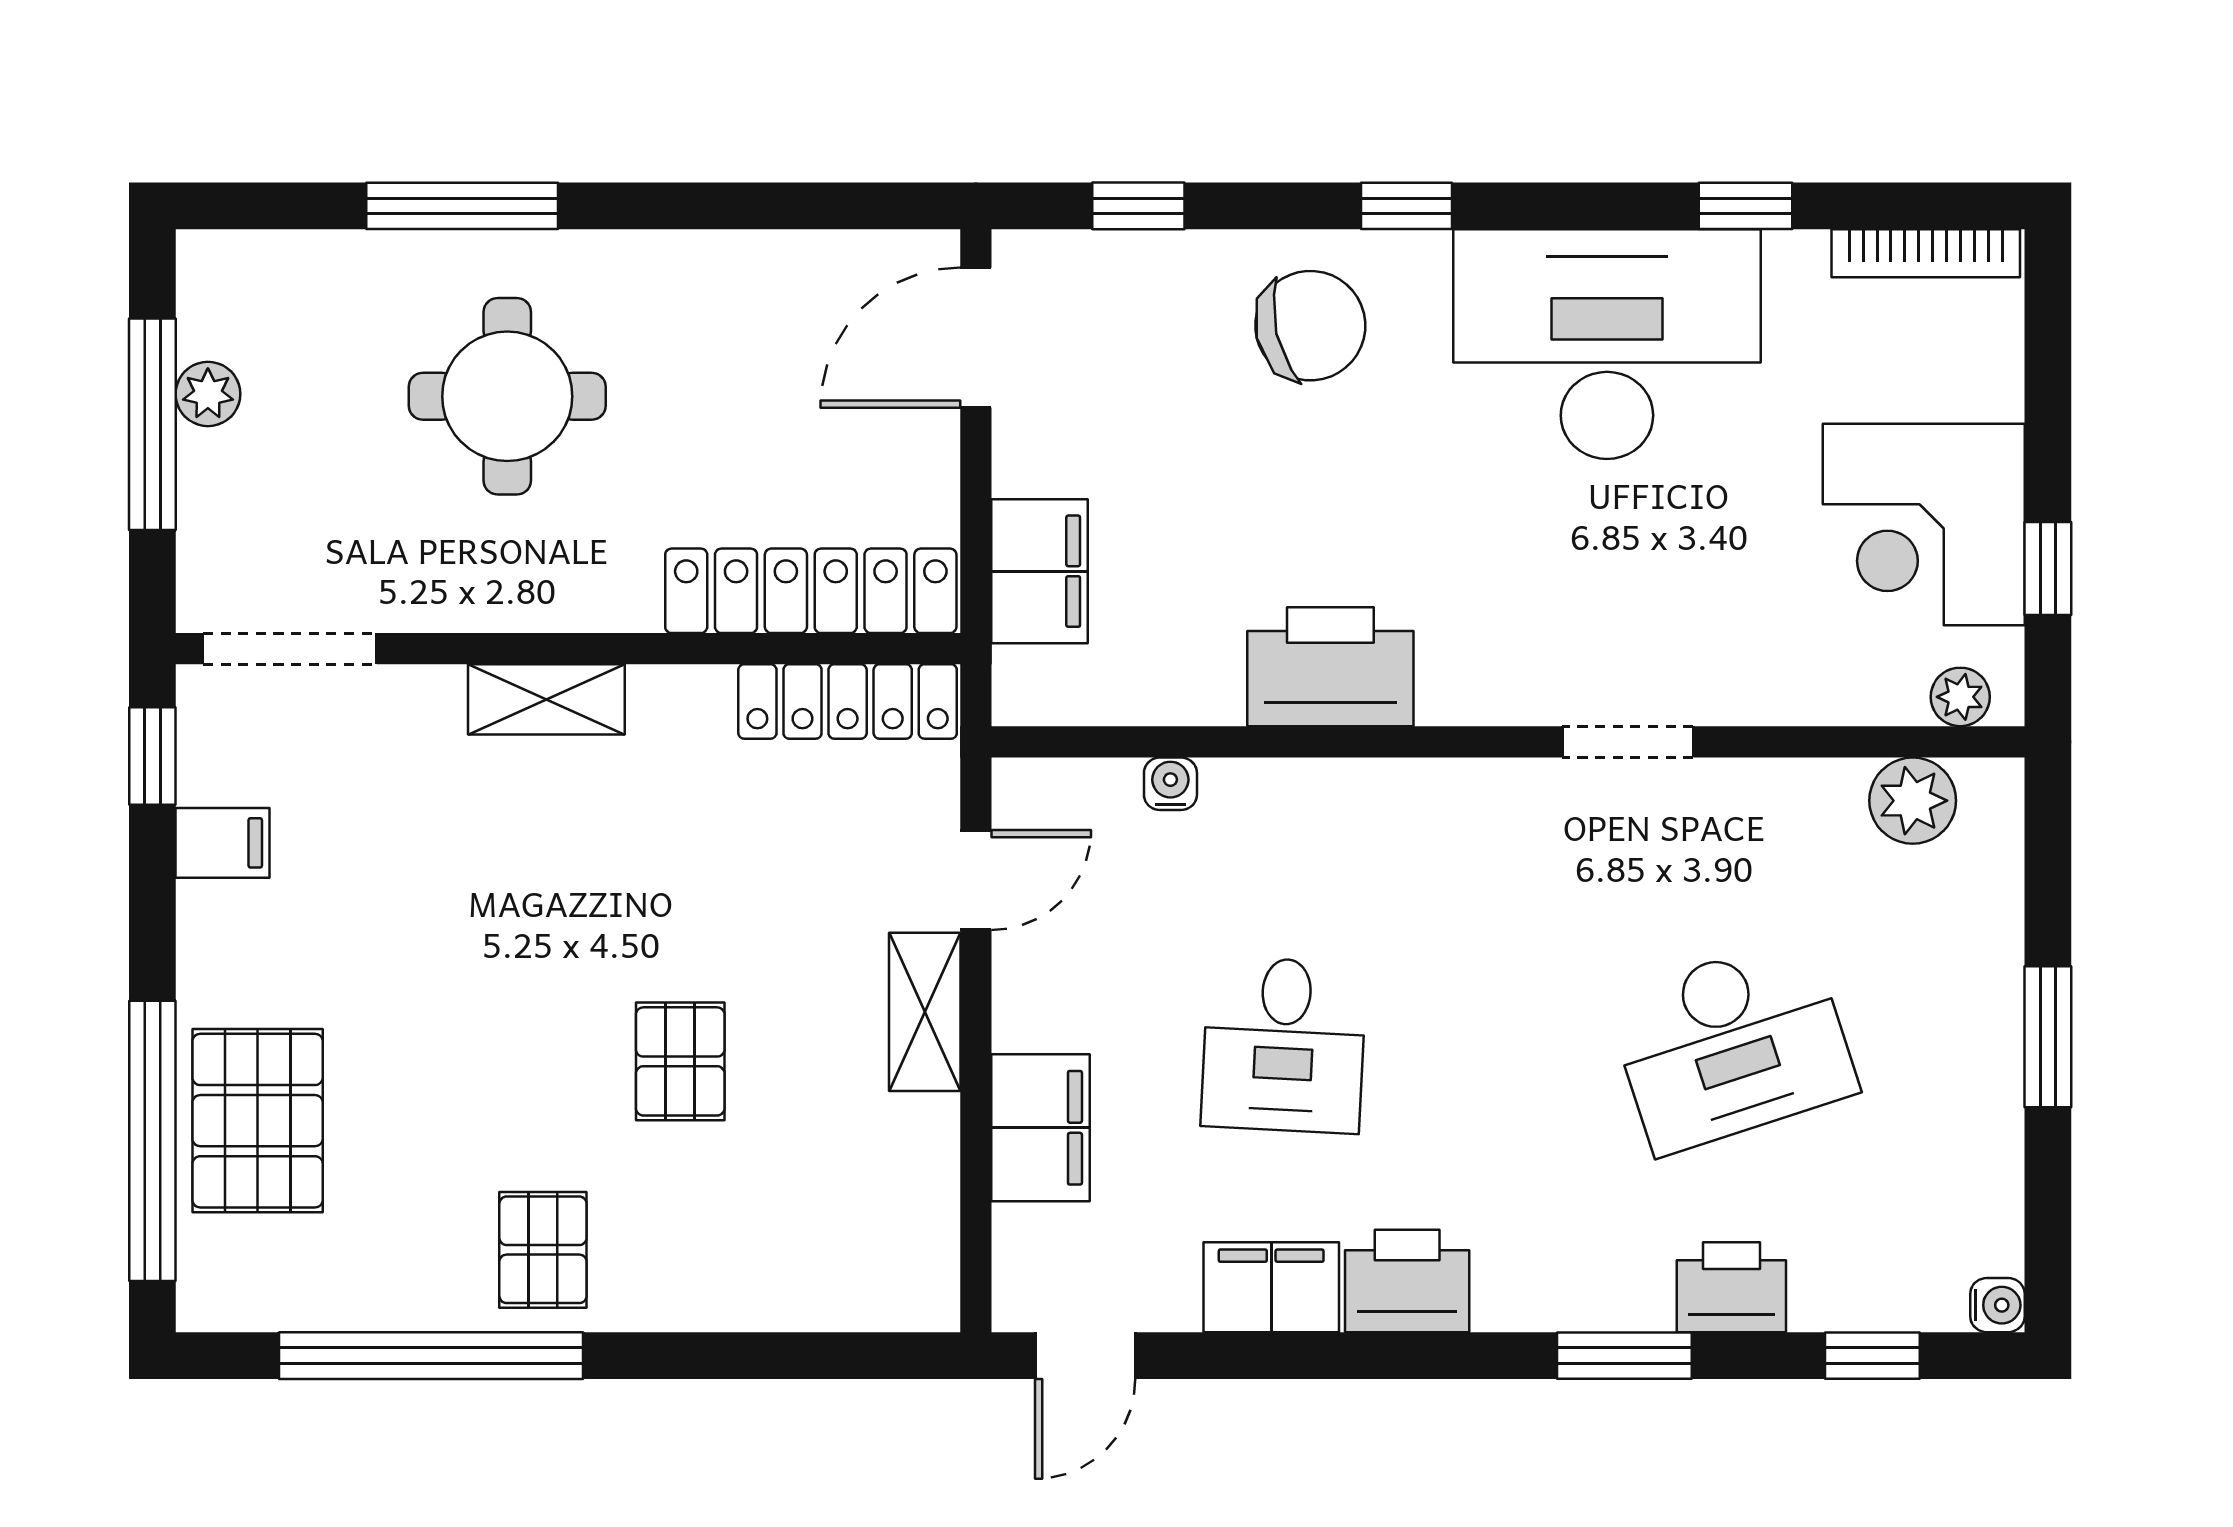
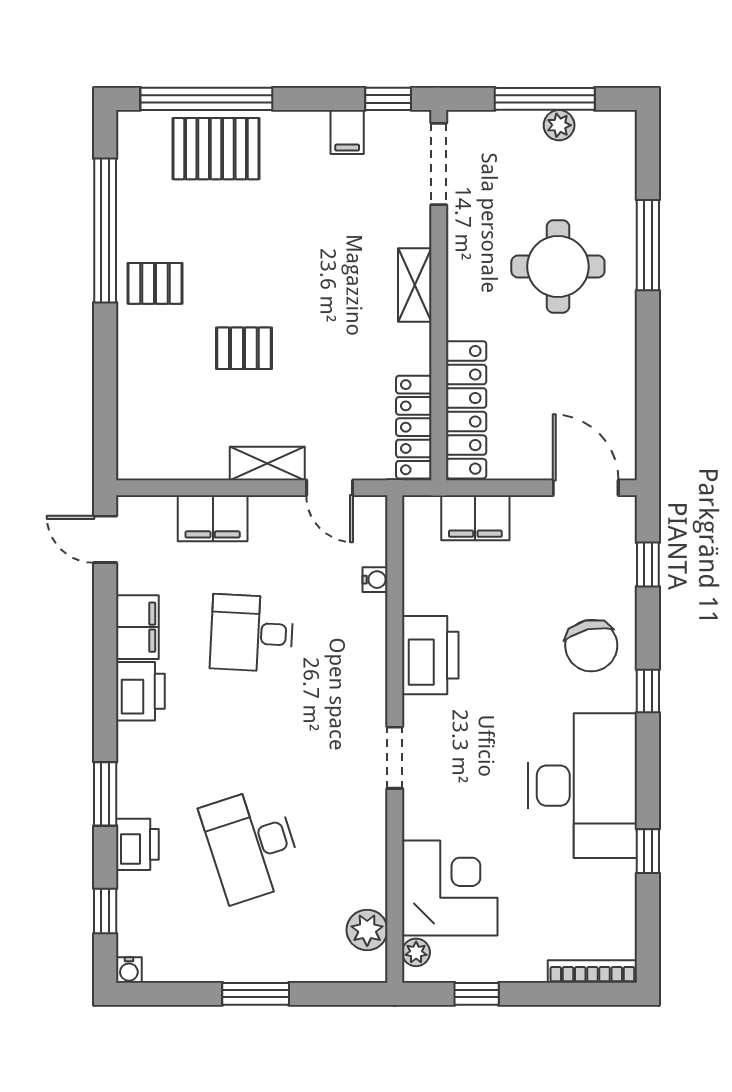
bookcase: (1926, 253) -> (592, 971), moved, turned 90
corner desk: (1924, 525) -> (450, 888), moved, turned 90
doorway: (1628, 742) -> (395, 758), moved

